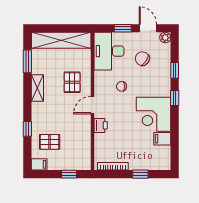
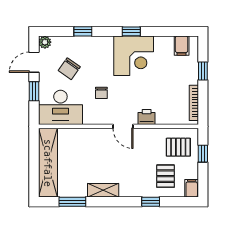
pallet: (72, 82) -> (178, 147), moved
window: (175, 98) -> (131, 31), moved
filing cabinet: (162, 139) -> (182, 46), moved

